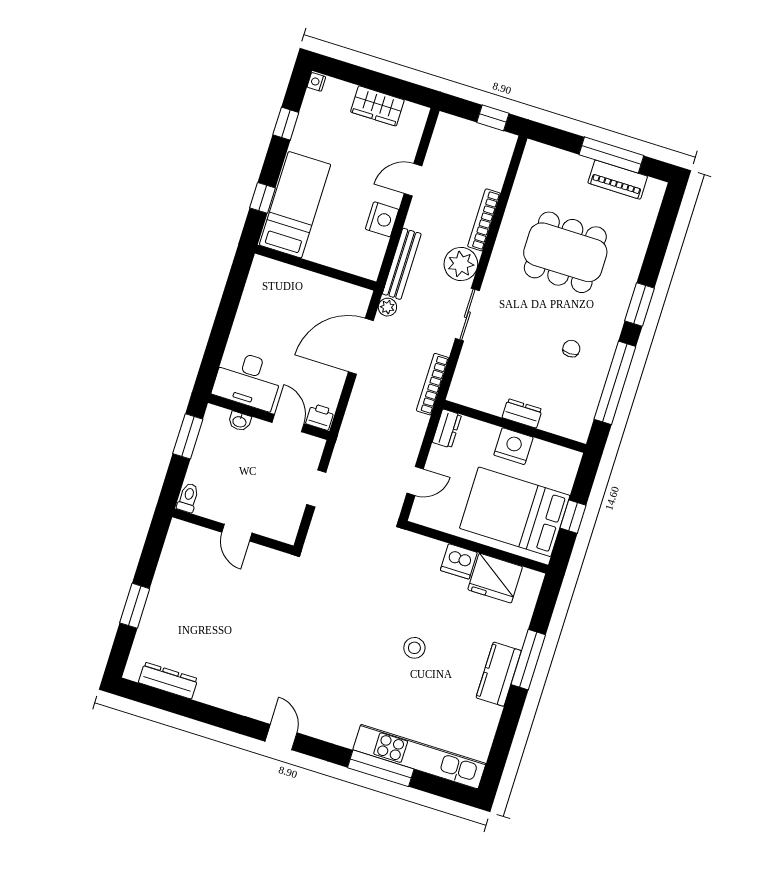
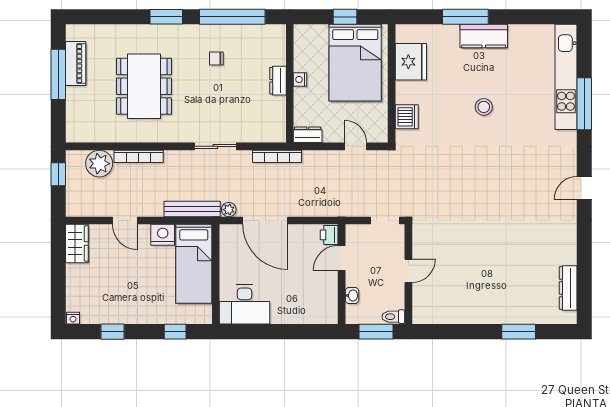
wardrobe: (377, 106) -> (77, 244), moved
bed: (295, 205) -> (194, 264), moved, turned -90
plant: (461, 264) -> (99, 164), moved
desk: (248, 380) -> (244, 305), moved, turned 90
nightstand: (513, 446) -> (300, 79), width x0.53, depth x0.56
toilet: (188, 498) -> (393, 317), moved
wall: (233, 531) -> (408, 274), moved
door: (237, 533) -> (408, 271), moved
dishwasher: (459, 561) -> (407, 117), moved

